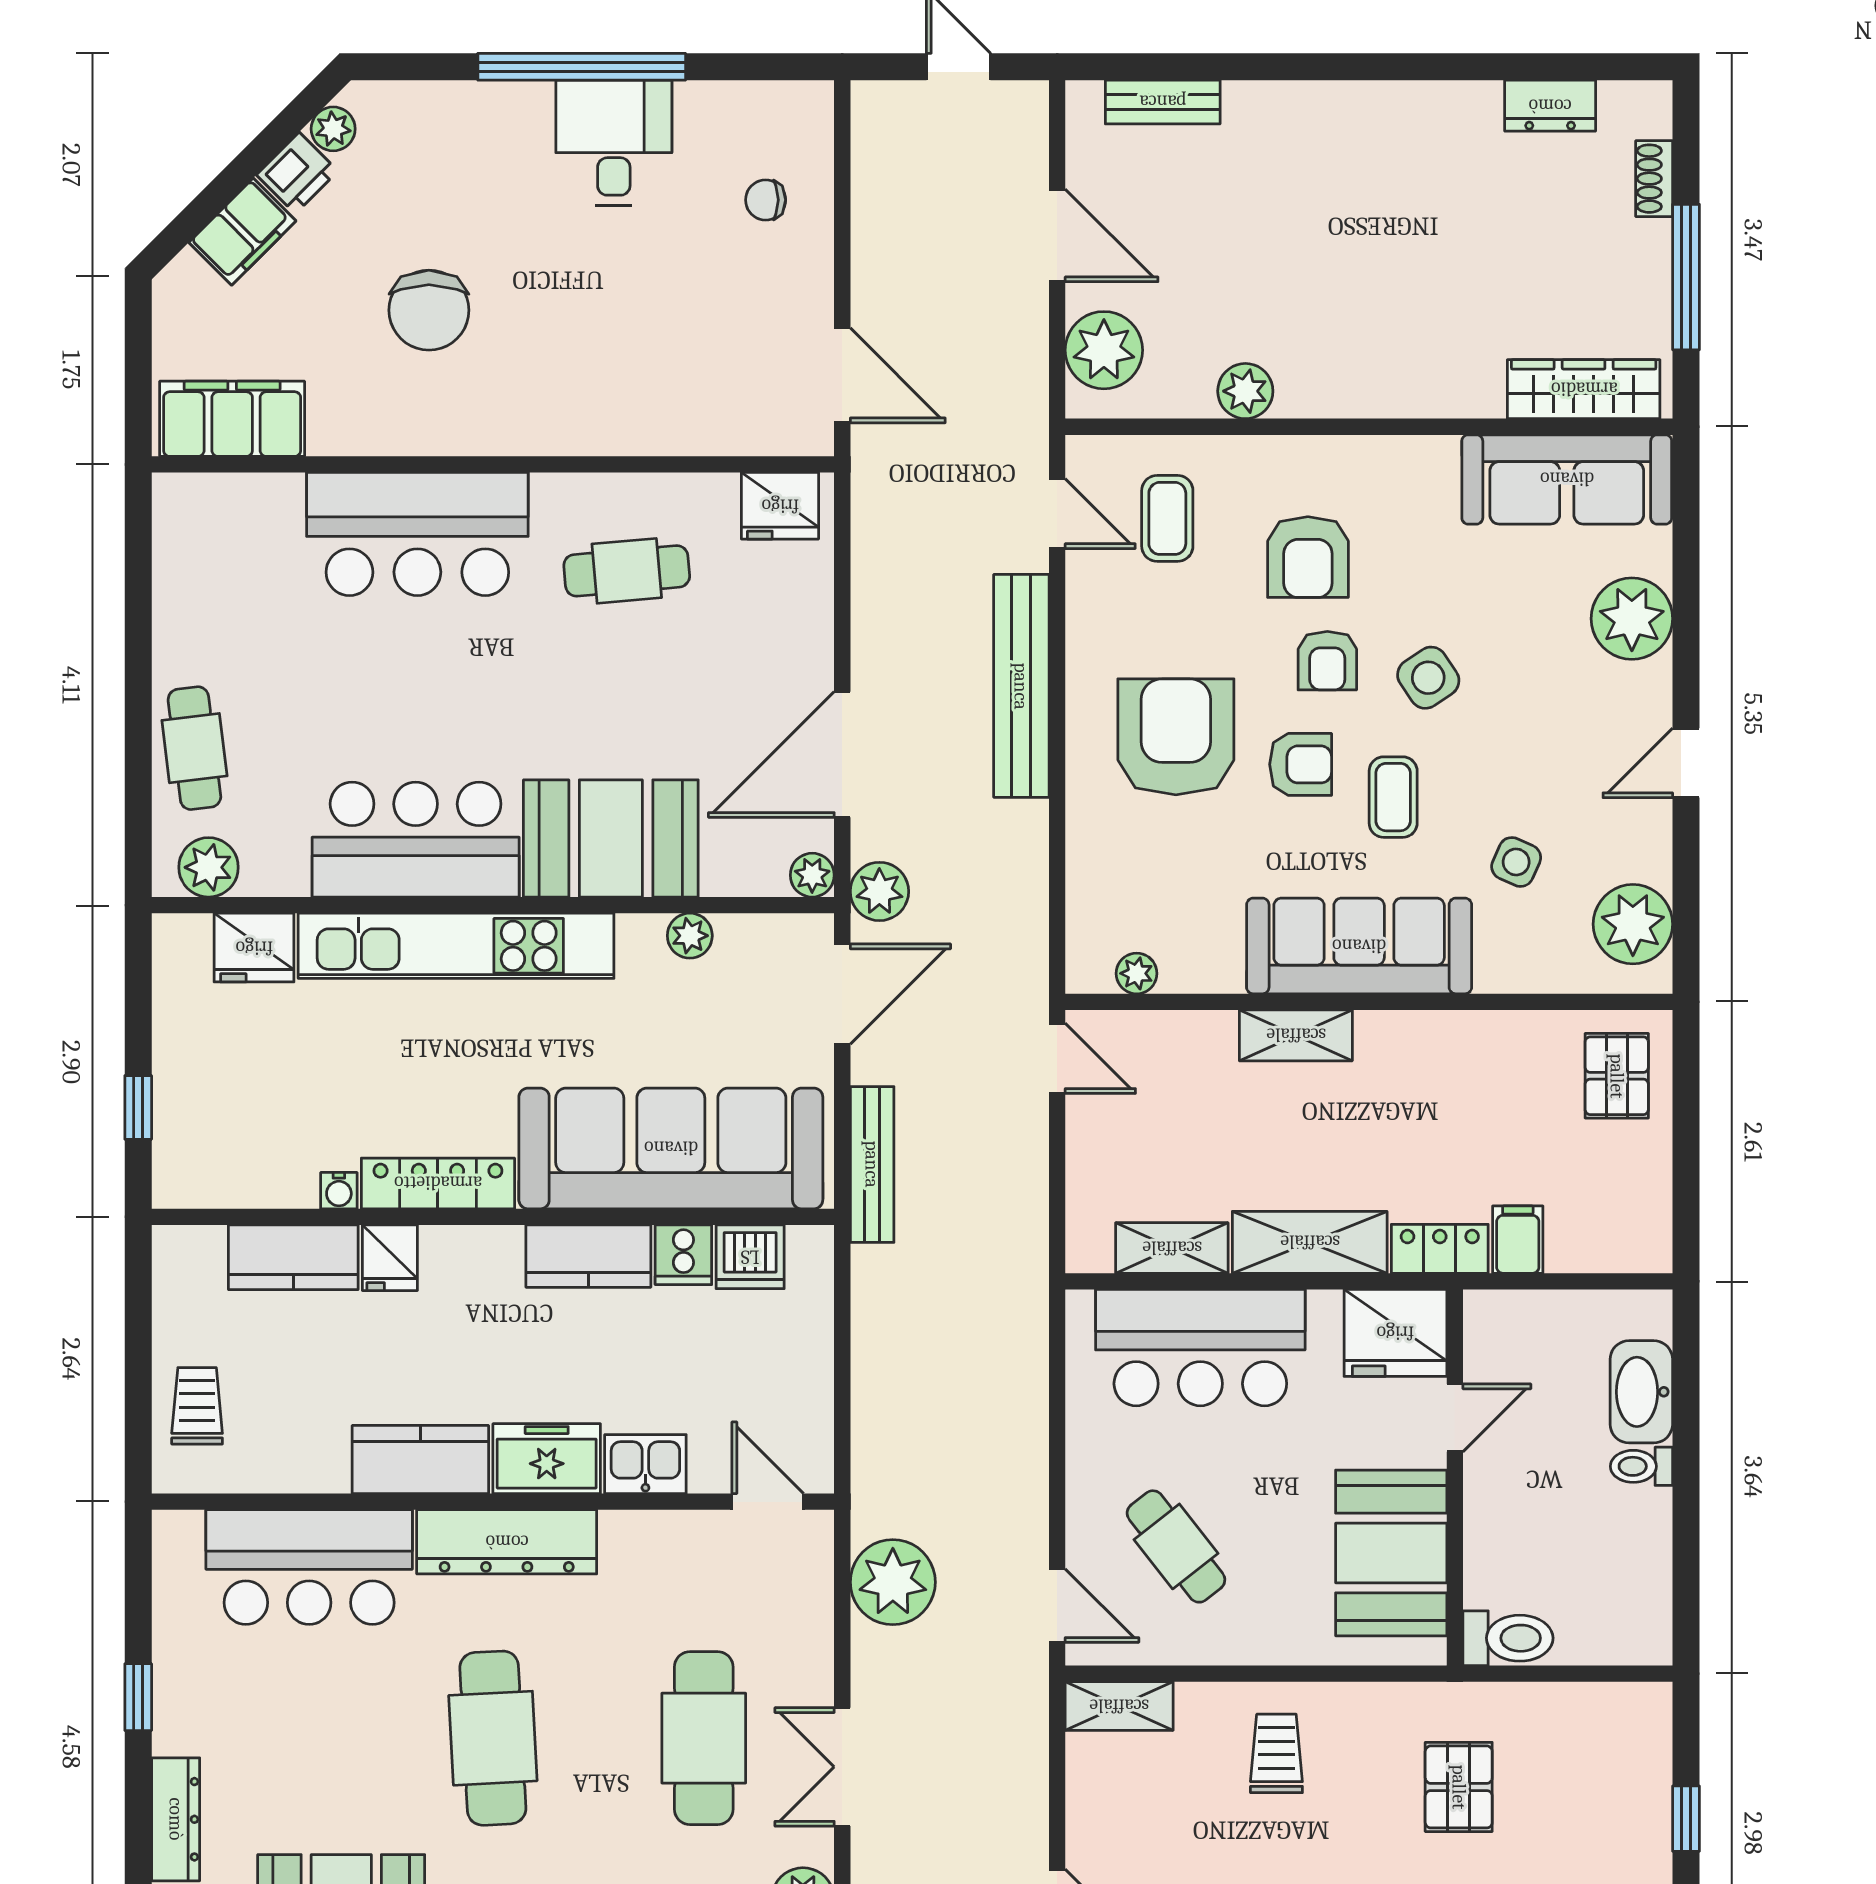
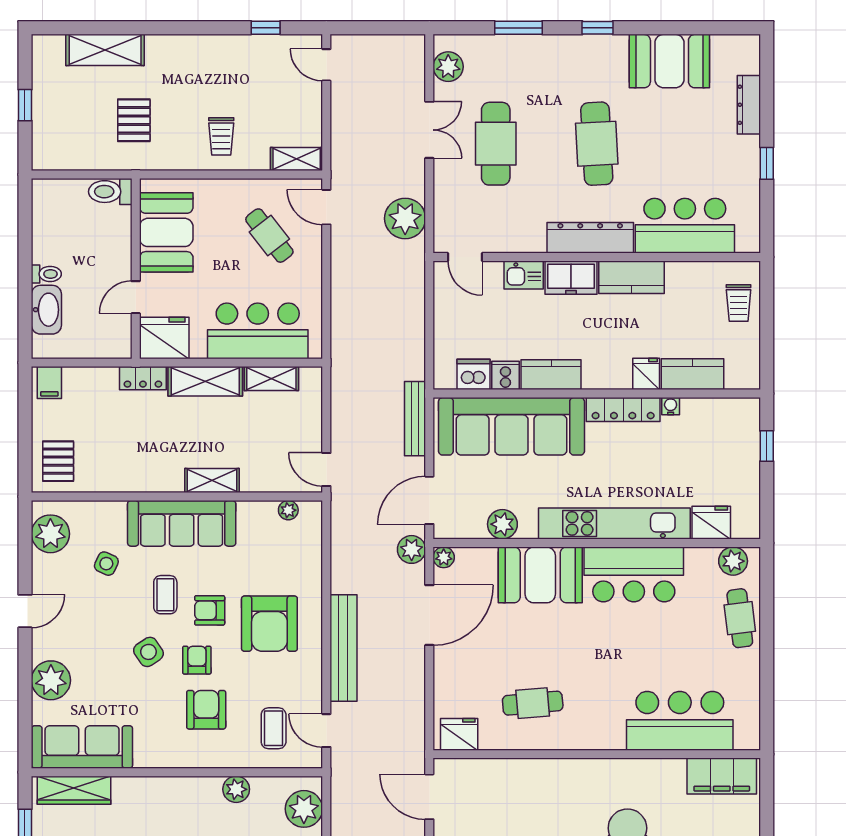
bar counter: (417, 534) -> (680, 721), moved
plant: (690, 936) -> (502, 524), width x1.38, depth x1.38
filing cabinet: (1518, 1240) -> (49, 383), moved

